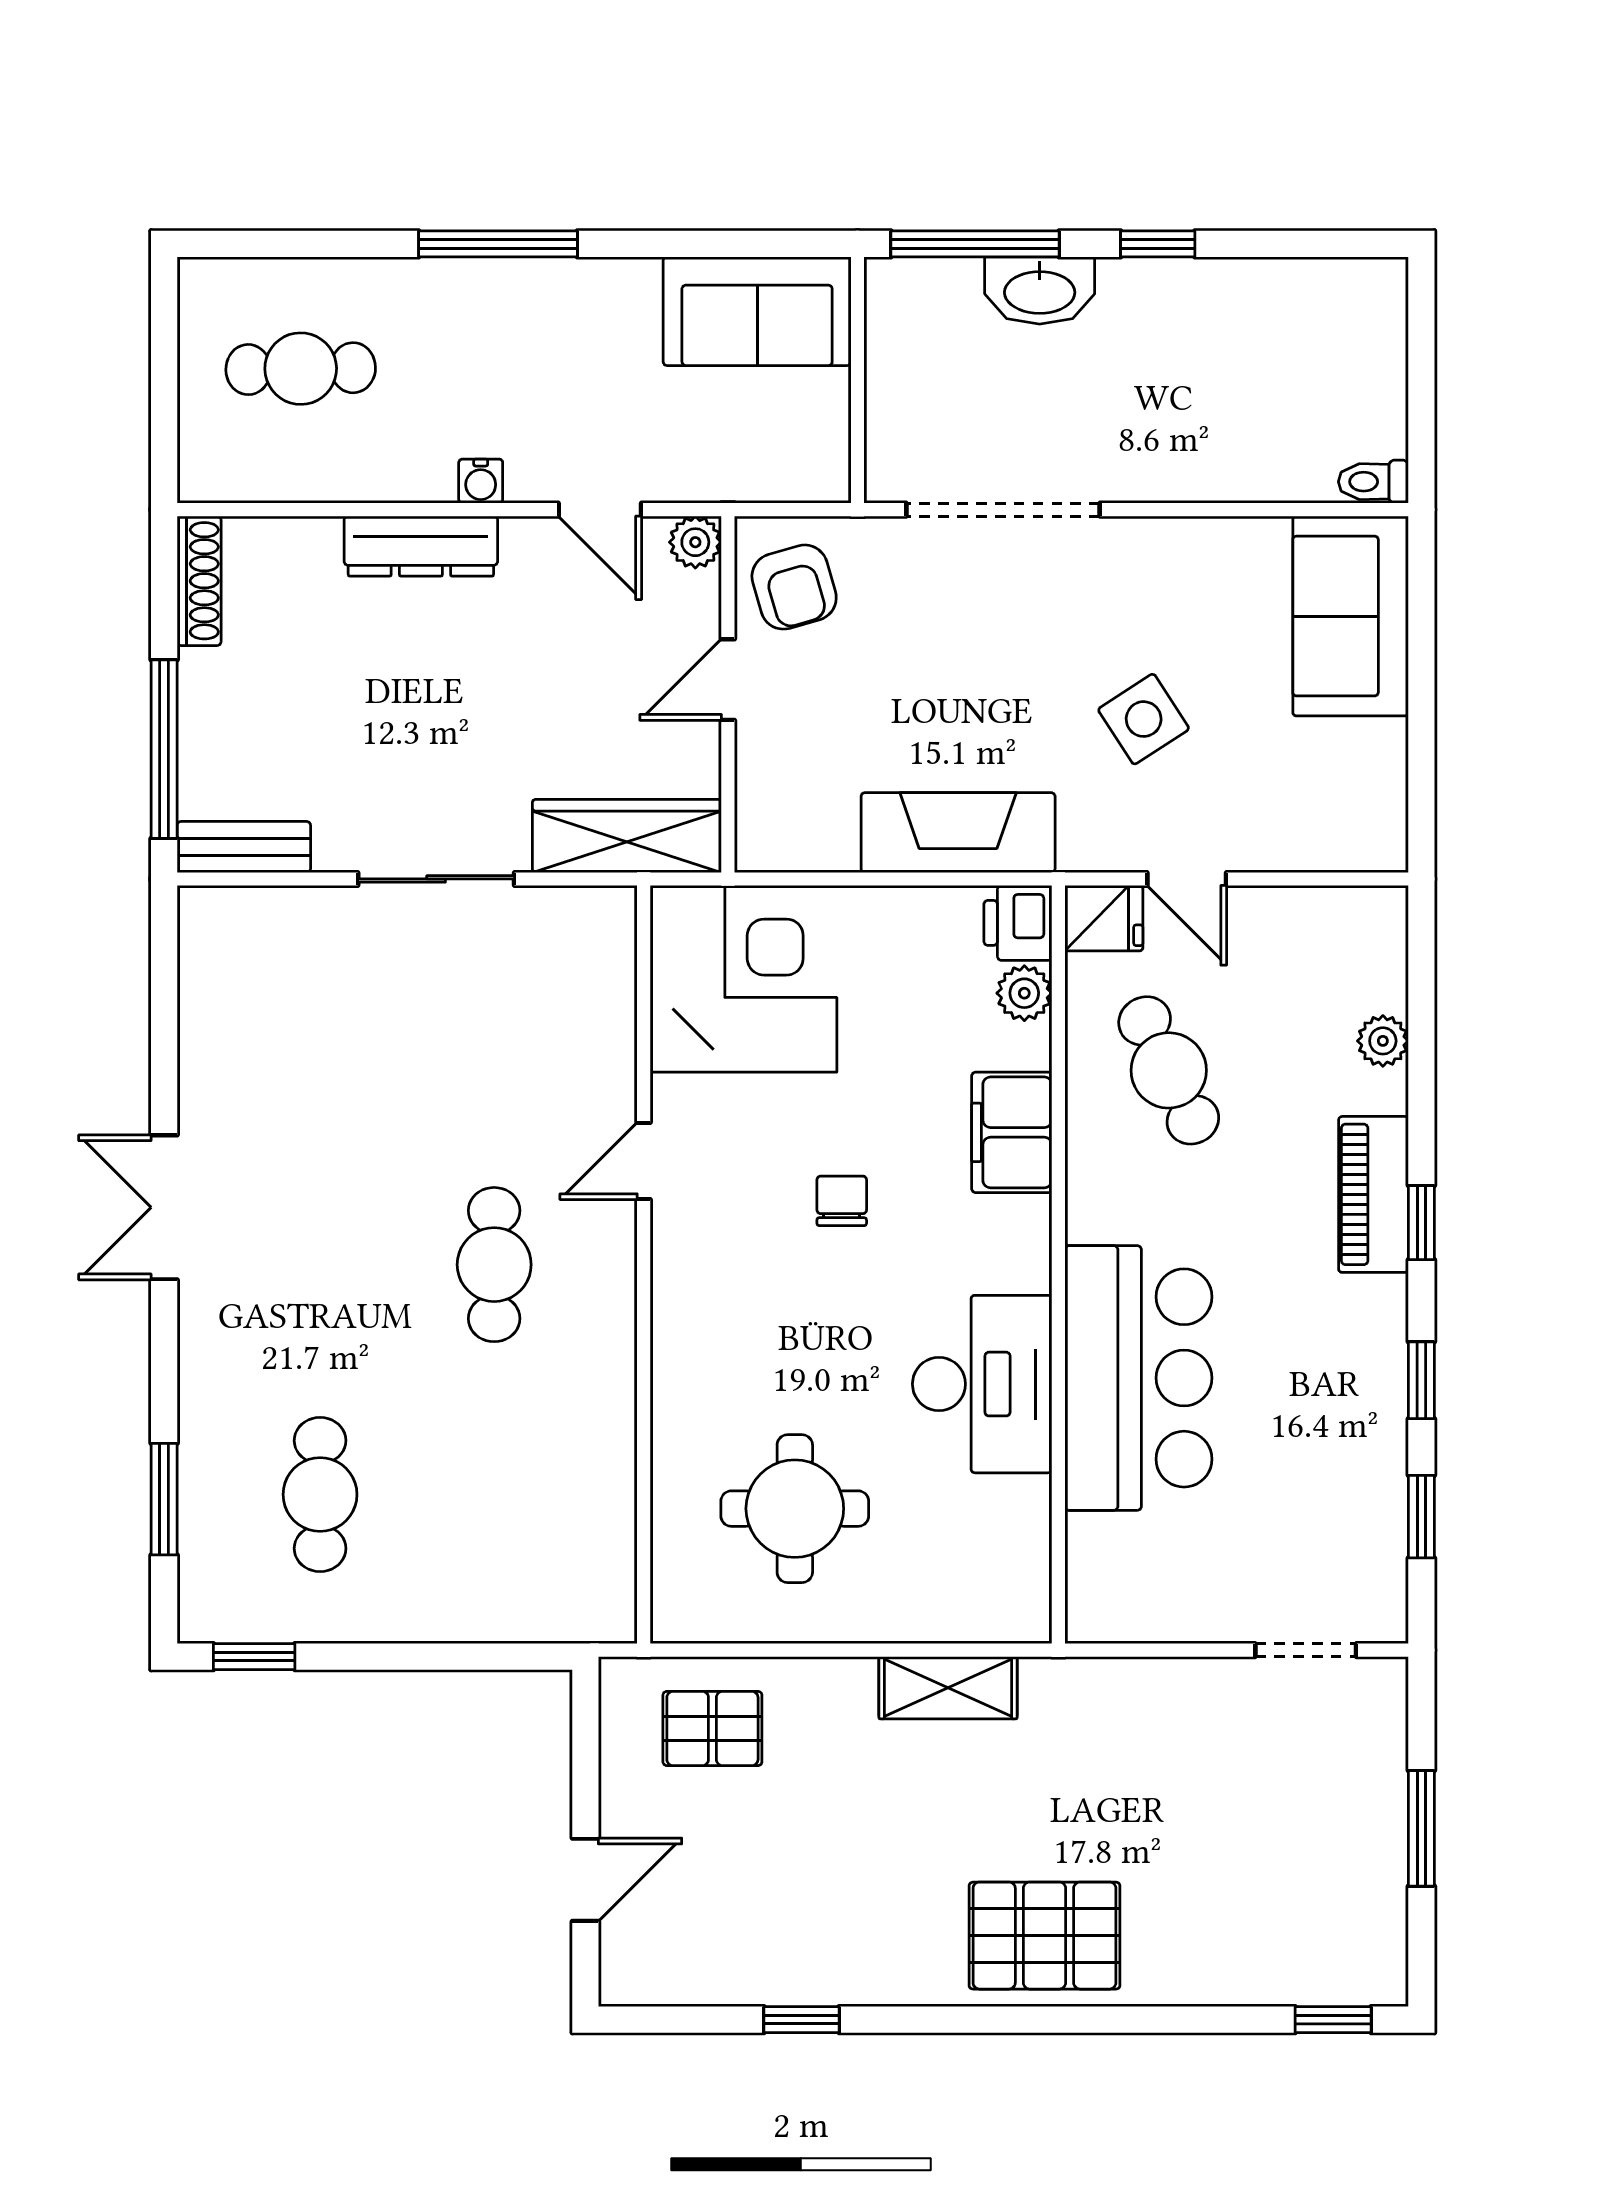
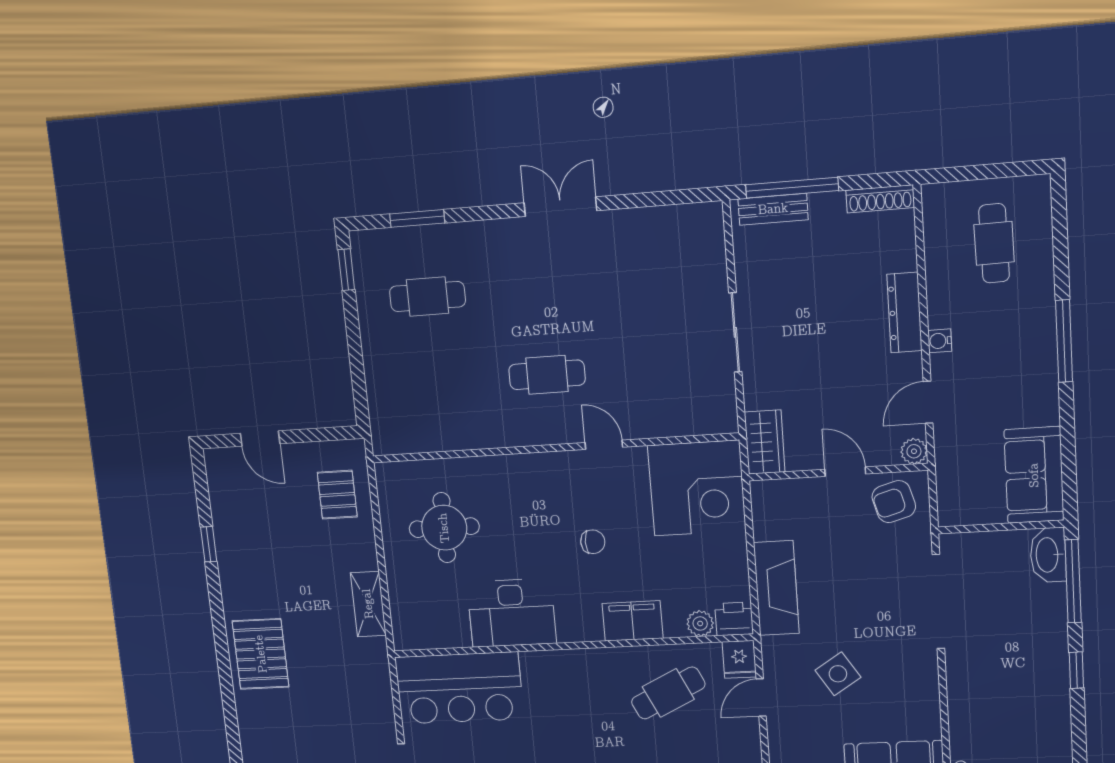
washbasin: (1040, 290) -> (1048, 555), moved
wardrobe: (627, 836) -> (765, 442), width x0.67
bench: (244, 847) -> (773, 209), moved, turned 90
bar counter: (1138, 1378) -> (459, 688), moved

